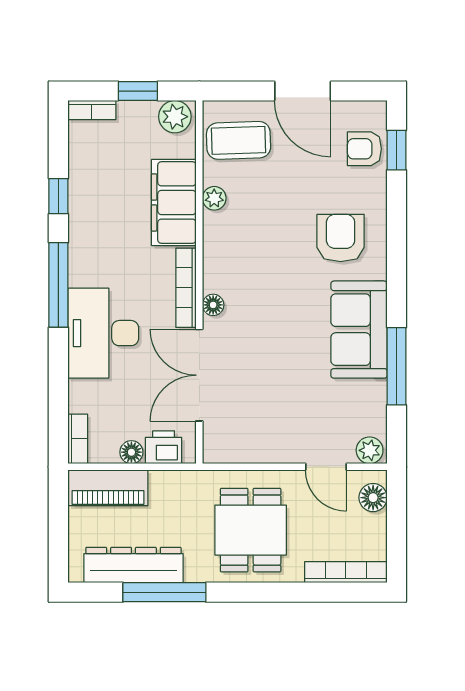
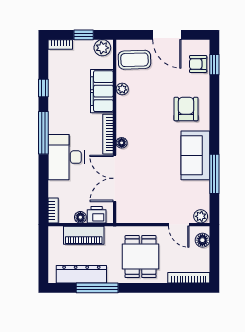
piano: (108, 488) -> (84, 235), moved

